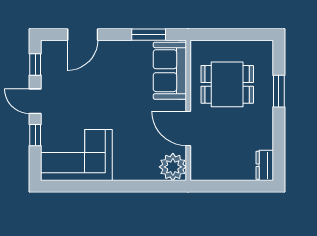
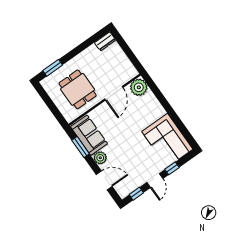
plant: (116, 50) -> (100, 158), added
sofa: (170, 71) -> (89, 135), moved, turned -90
window: (279, 91) -> (53, 68), moved

